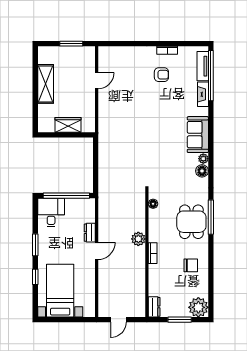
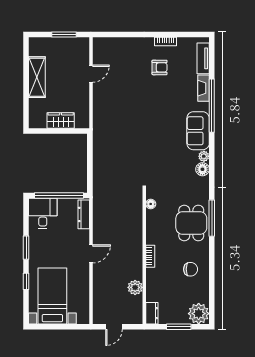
window: (211, 76) -> (212, 106), moved
dresser: (90, 233) -> (84, 214), moved, width x1.44
plant: (138, 239) -> (135, 287), moved

